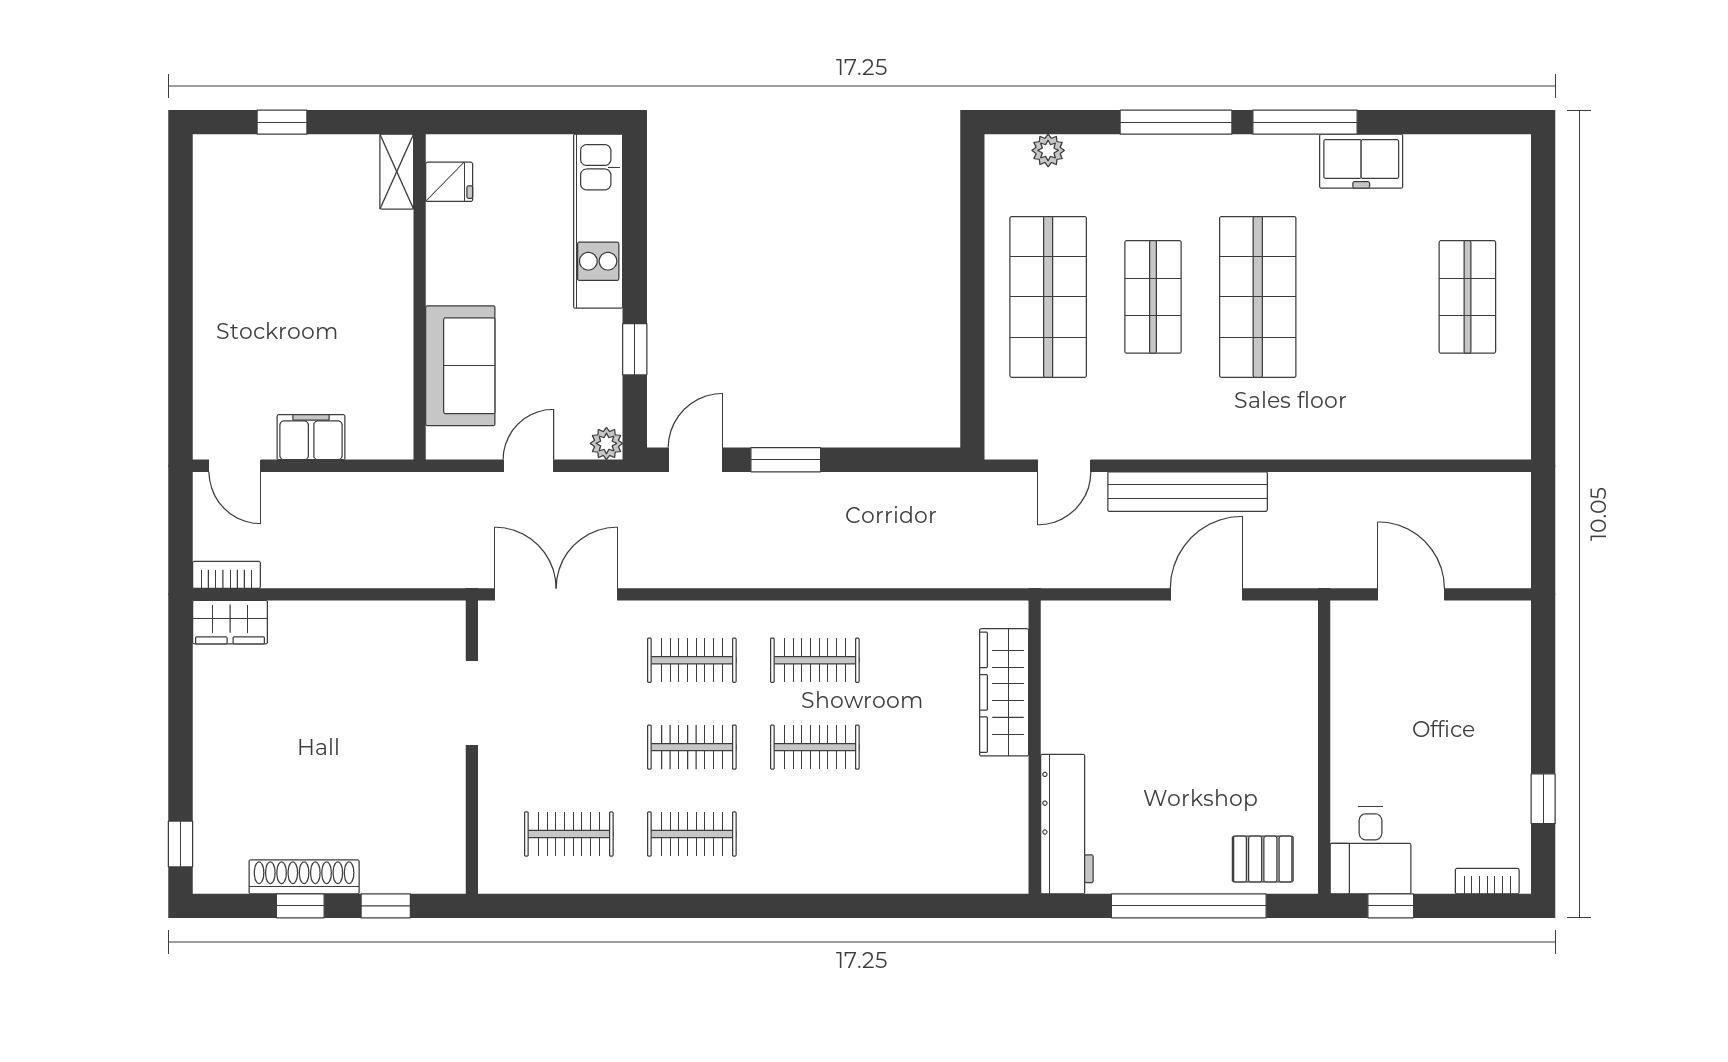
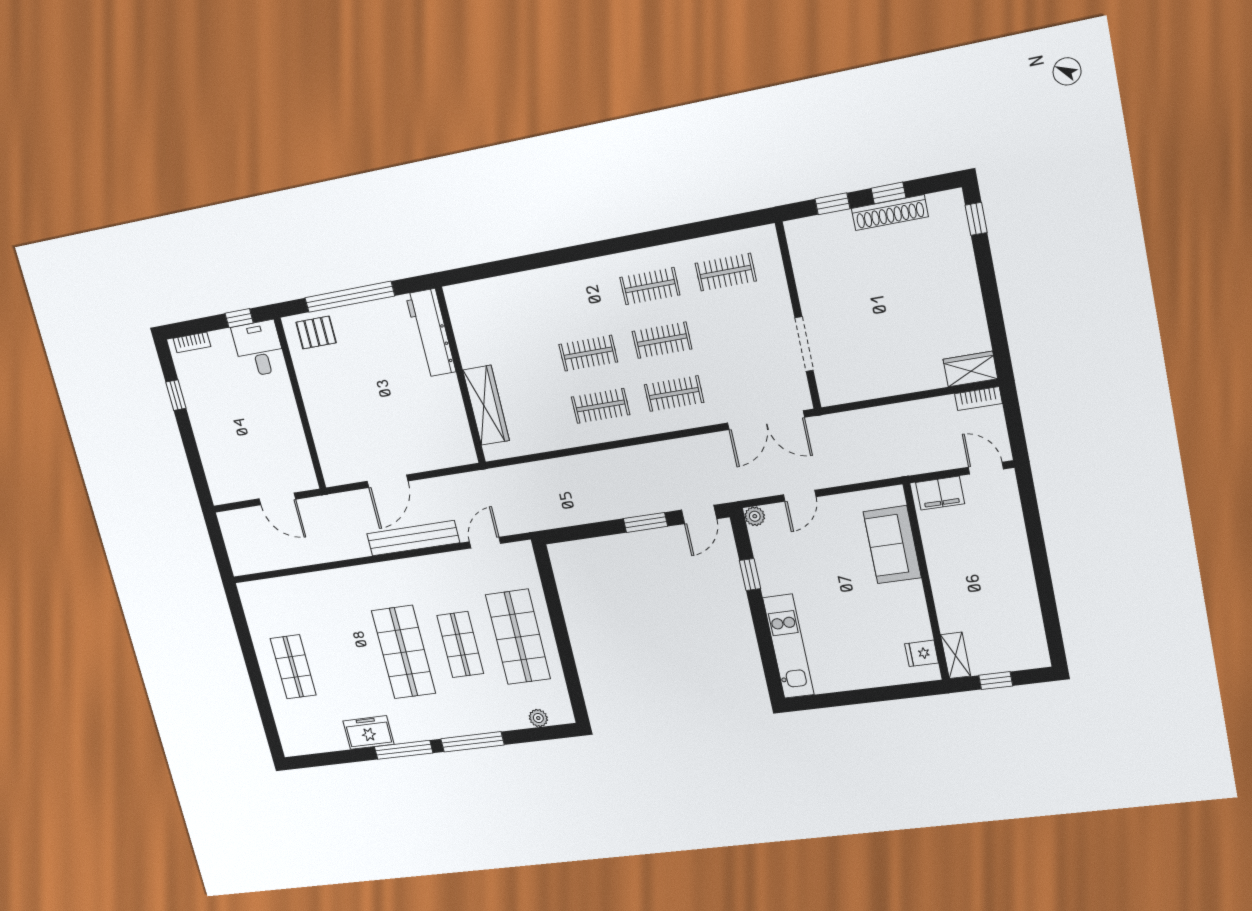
shelving: (397, 172) -> (956, 655), moved
fridge: (449, 182) -> (921, 653), moved
wall: (420, 297) -> (926, 583), moved
sofa: (460, 366) -> (892, 545), moved

